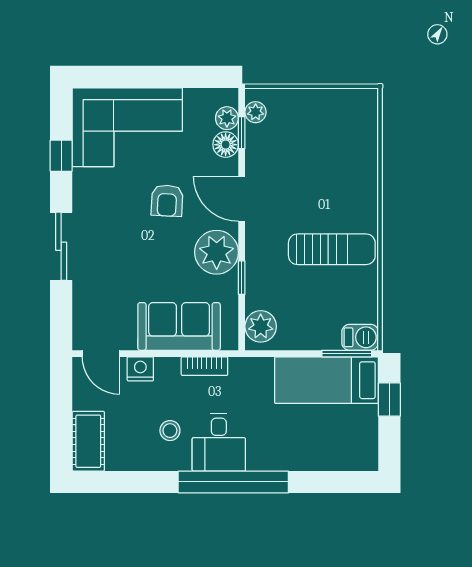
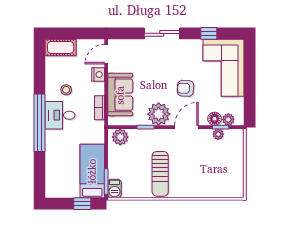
plant: (256, 112) -> (218, 134), moved

